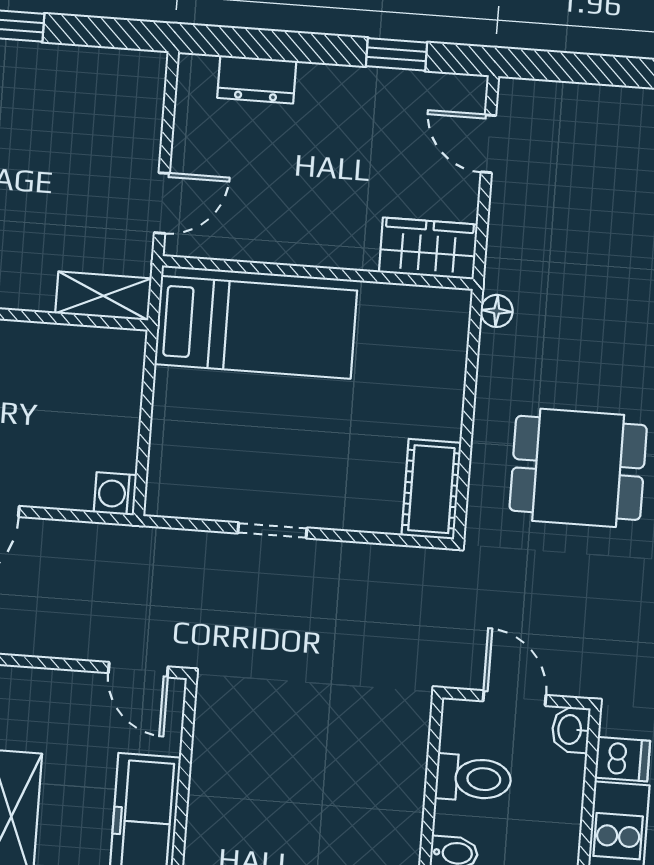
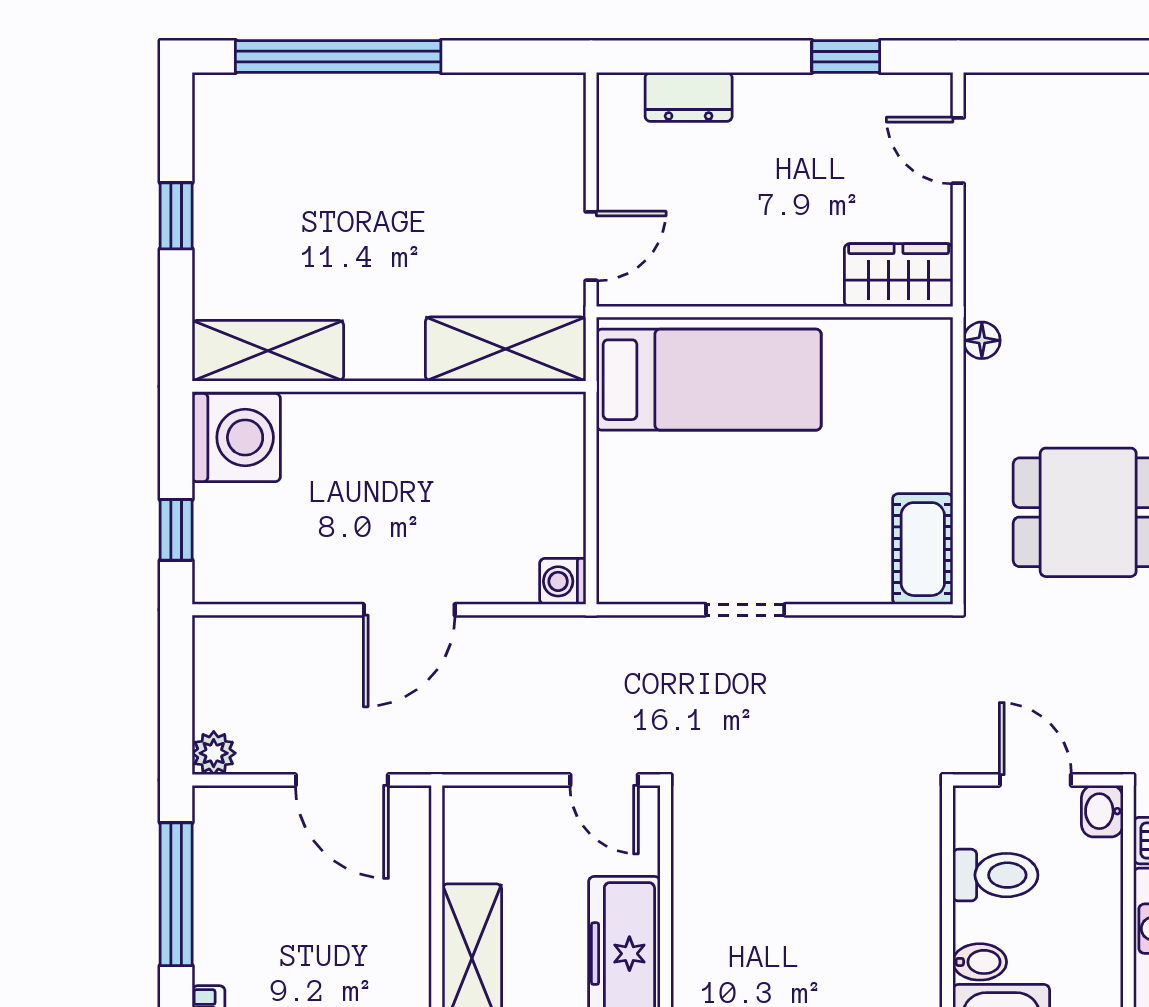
shelving: (103, 296) -> (506, 349), width x1.50, depth x1.33

